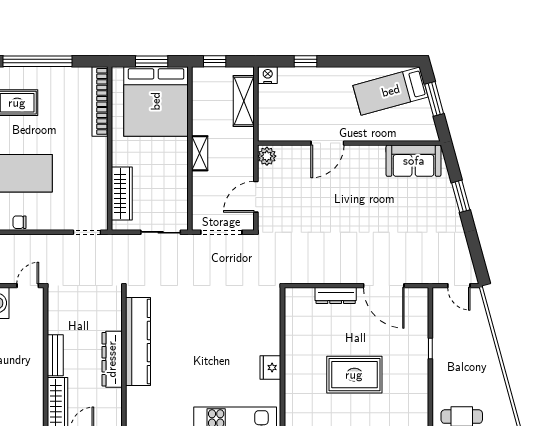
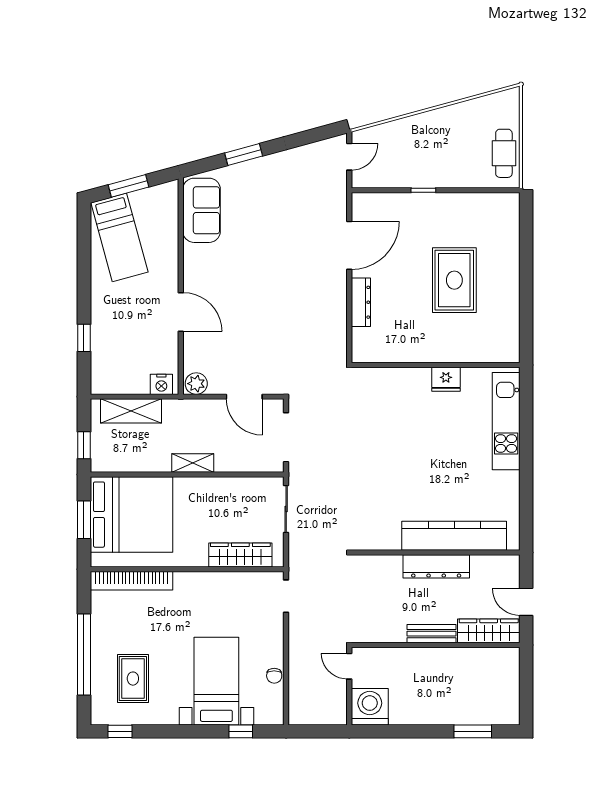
nightstand: (268, 75) -> (161, 384), moved, turned -90
kitchen counter: (138, 342) -> (454, 536), moved

